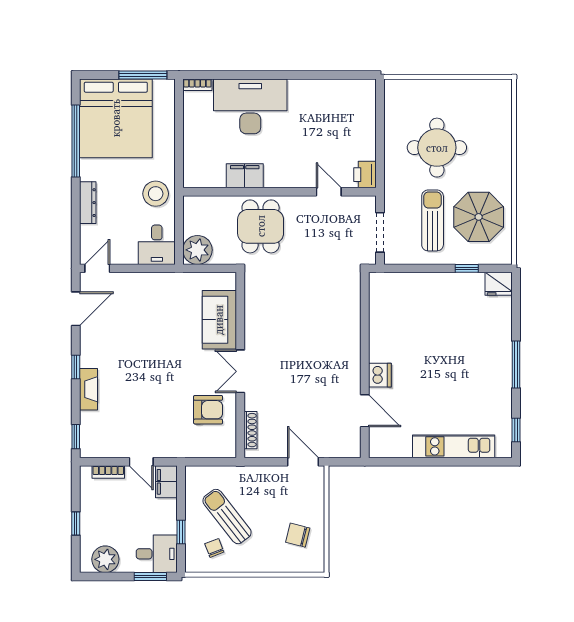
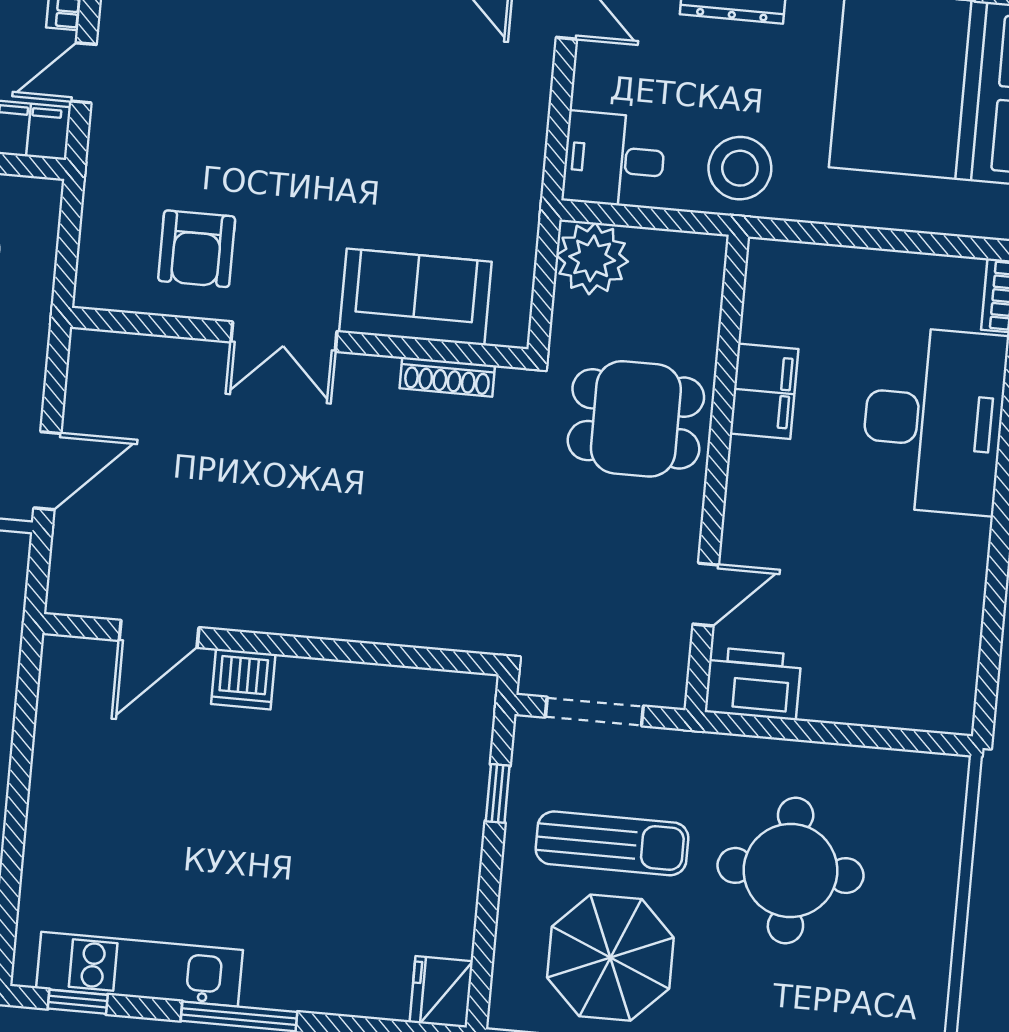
printer: (365, 175) -> (753, 684), width x1.37, depth x1.19
window: (467, 268) -> (498, 793), moved
double door: (240, 371) -> (284, 337), swing flipped
shoe rack: (251, 430) -> (447, 377), moved
kitchen unit: (454, 446) -> (139, 969), moved, turned -90

